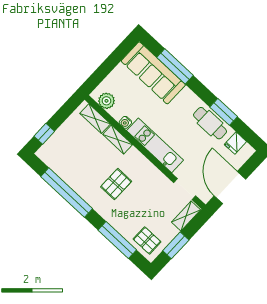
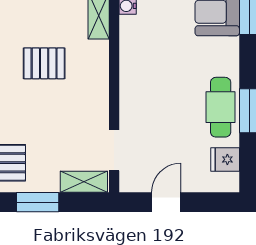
kitchen unit: (155, 145) -> (133, 67), removed
door: (230, 187) -> (166, 202), width x0.53

